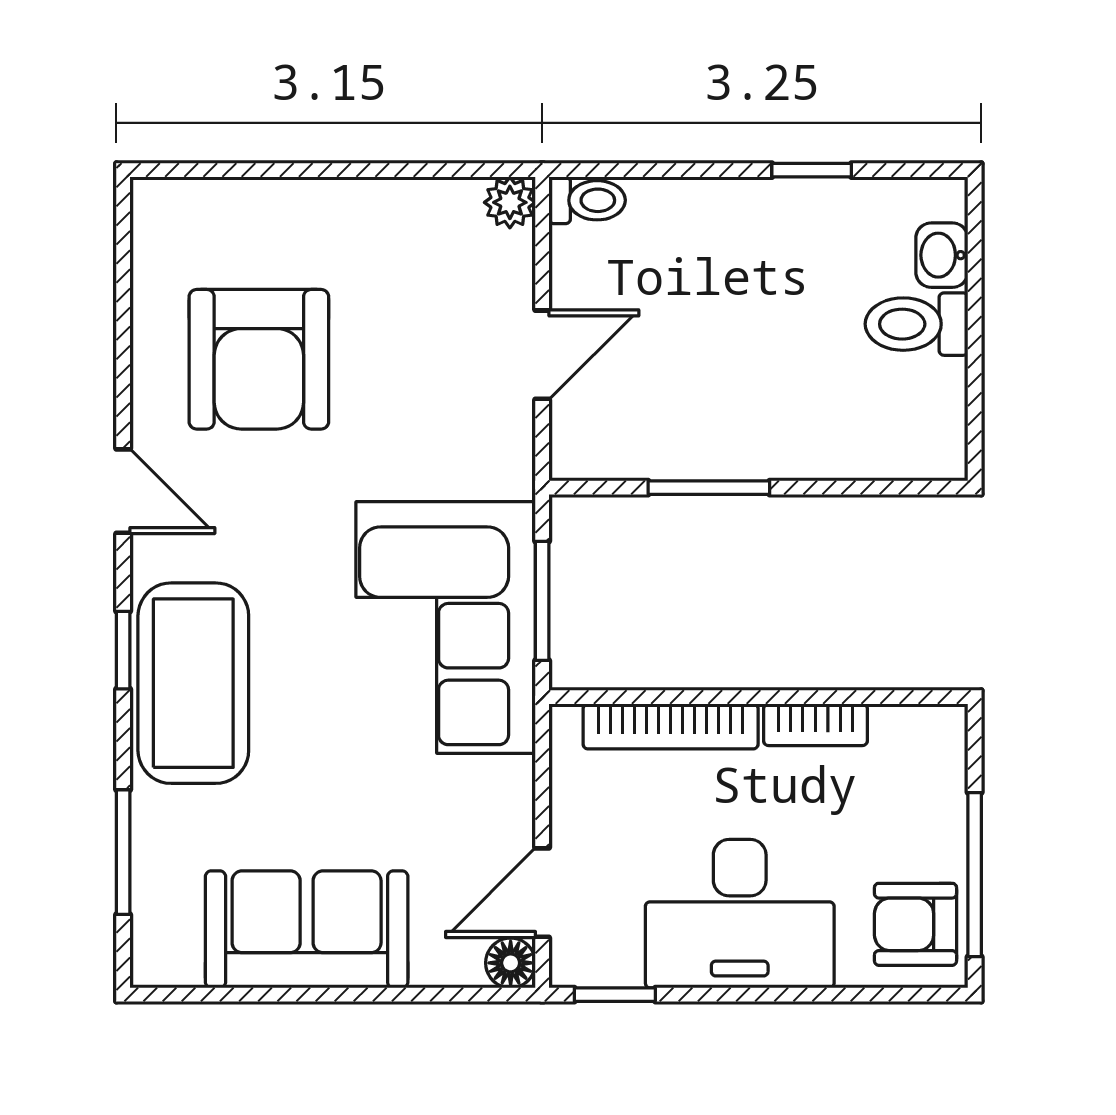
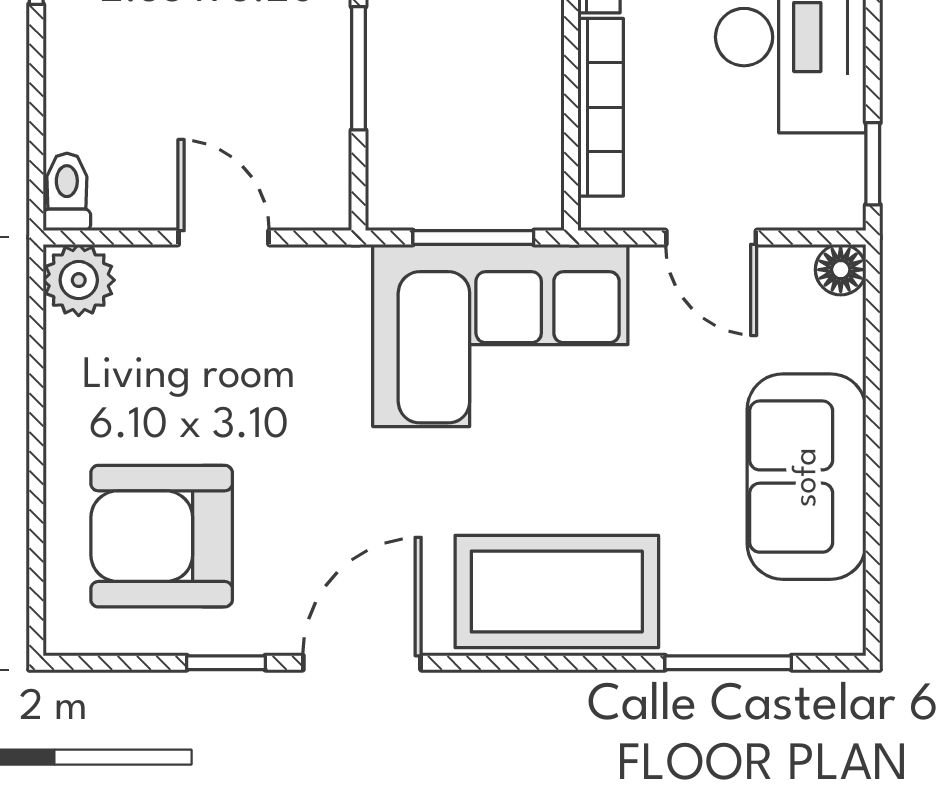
plant: (510, 202) -> (79, 280), width x1.38, depth x1.38
armchair: (259, 359) -> (162, 536), moved, turned 180
door: (123, 491) -> (362, 663), width x1.38
window: (123, 650) -> (226, 663), moved
door: (542, 893) -> (711, 237), moved

